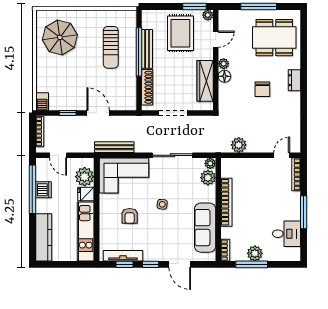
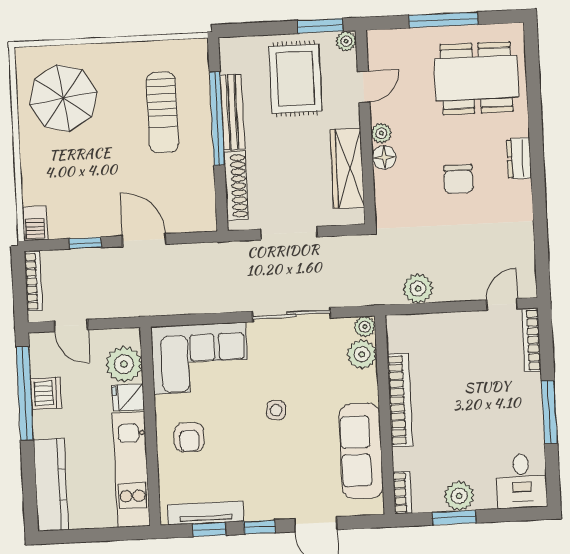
bench: (114, 147) -> (178, 305), removed
armchair: (130, 216) -> (189, 437), moved
desk: (286, 234) -> (522, 481), moved, turned 90
window: (252, 264) -> (454, 517), width x0.69

